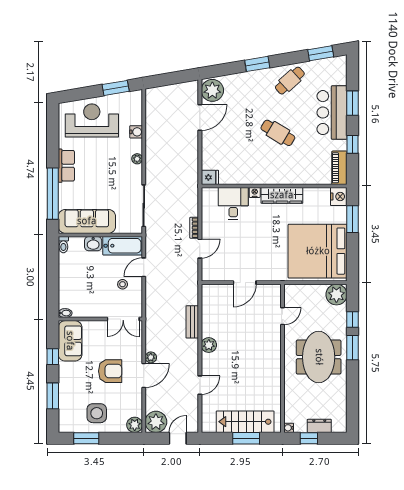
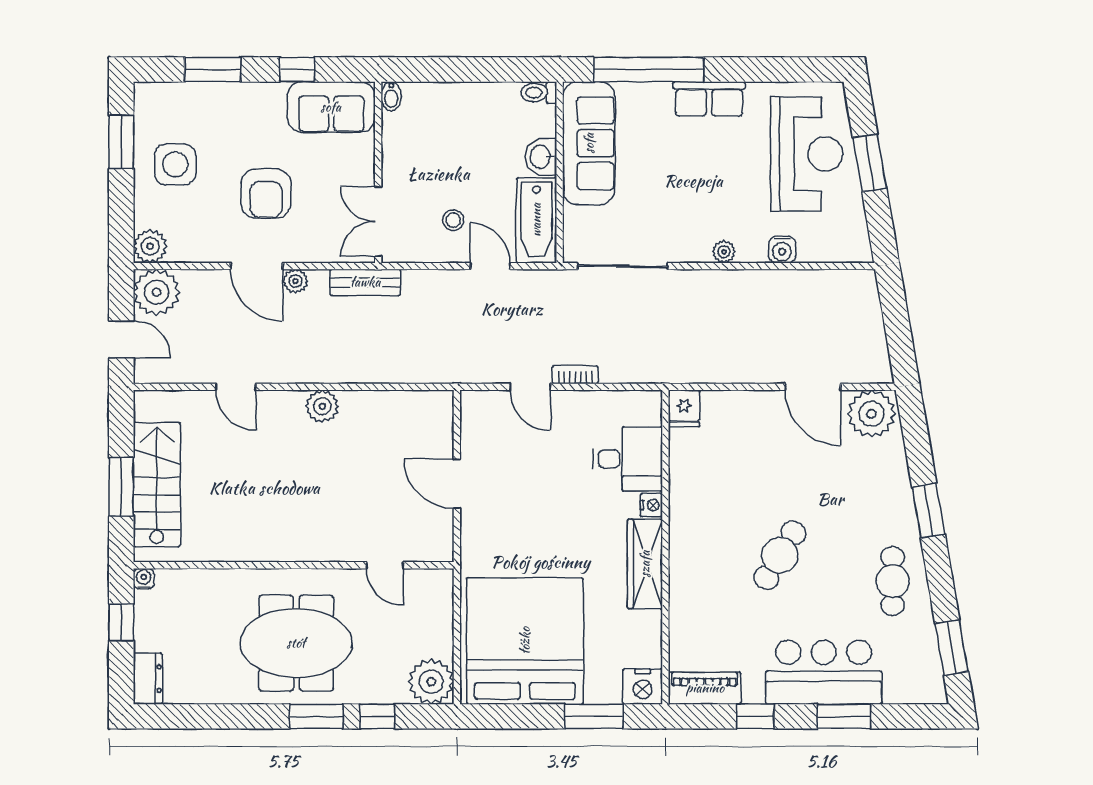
cafe table: (290, 81) -> (893, 581), turned 42
window: (116, 88) -> (870, 163), moved
bench: (192, 322) -> (365, 282), moved
dresser: (319, 426) -> (148, 679), moved

